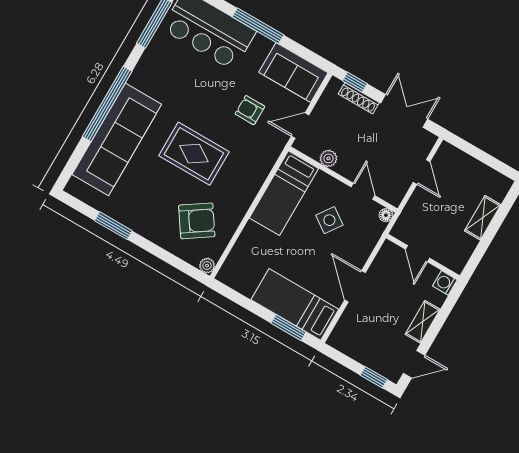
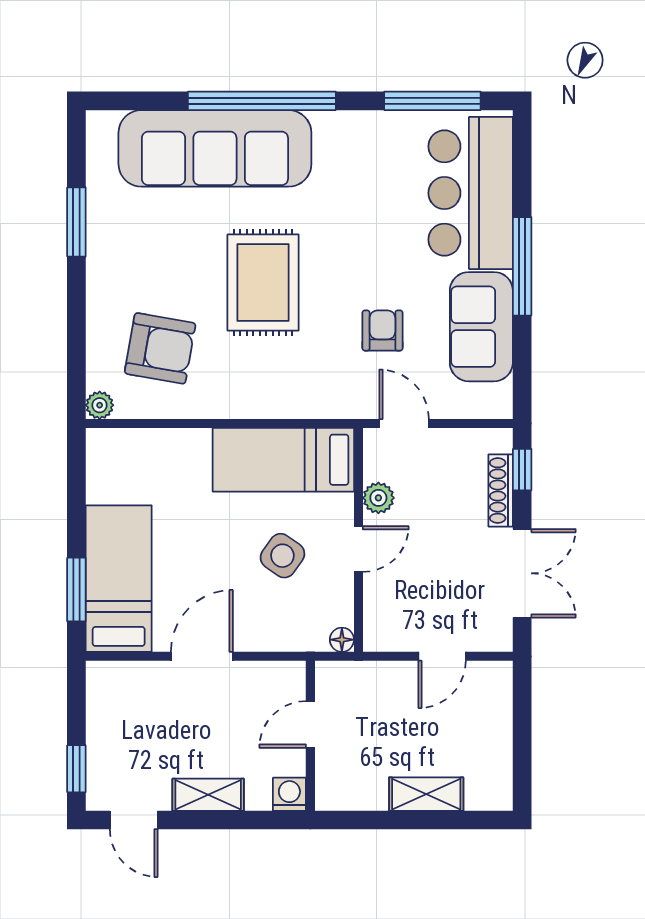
sofa: (293, 72) -> (481, 327), moved
door: (363, 191) -> (358, 549), moved
armchair: (197, 221) -> (160, 348), turned -46

